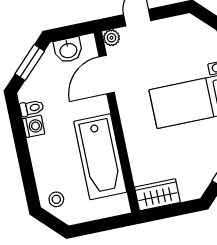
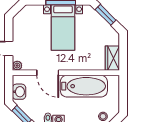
door: (107, 74) -> (48, 73), moved

